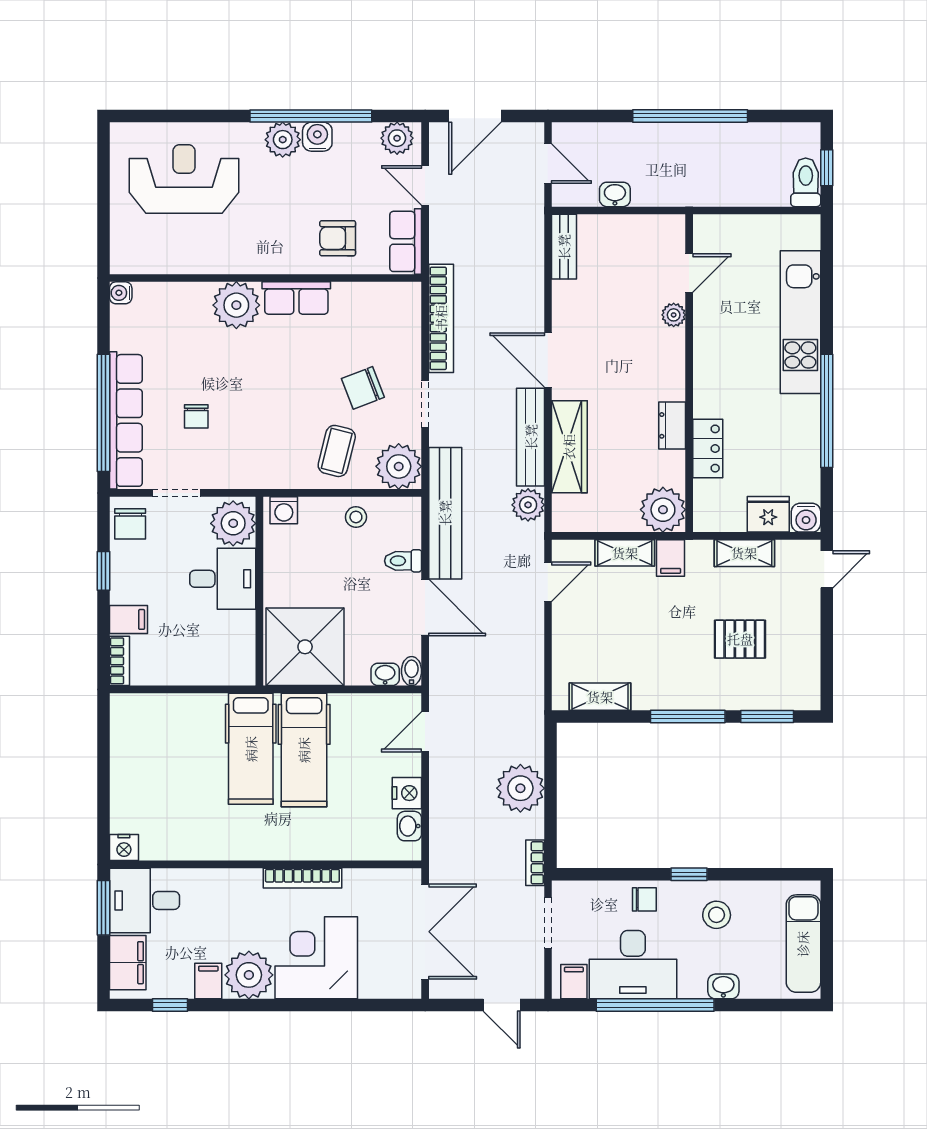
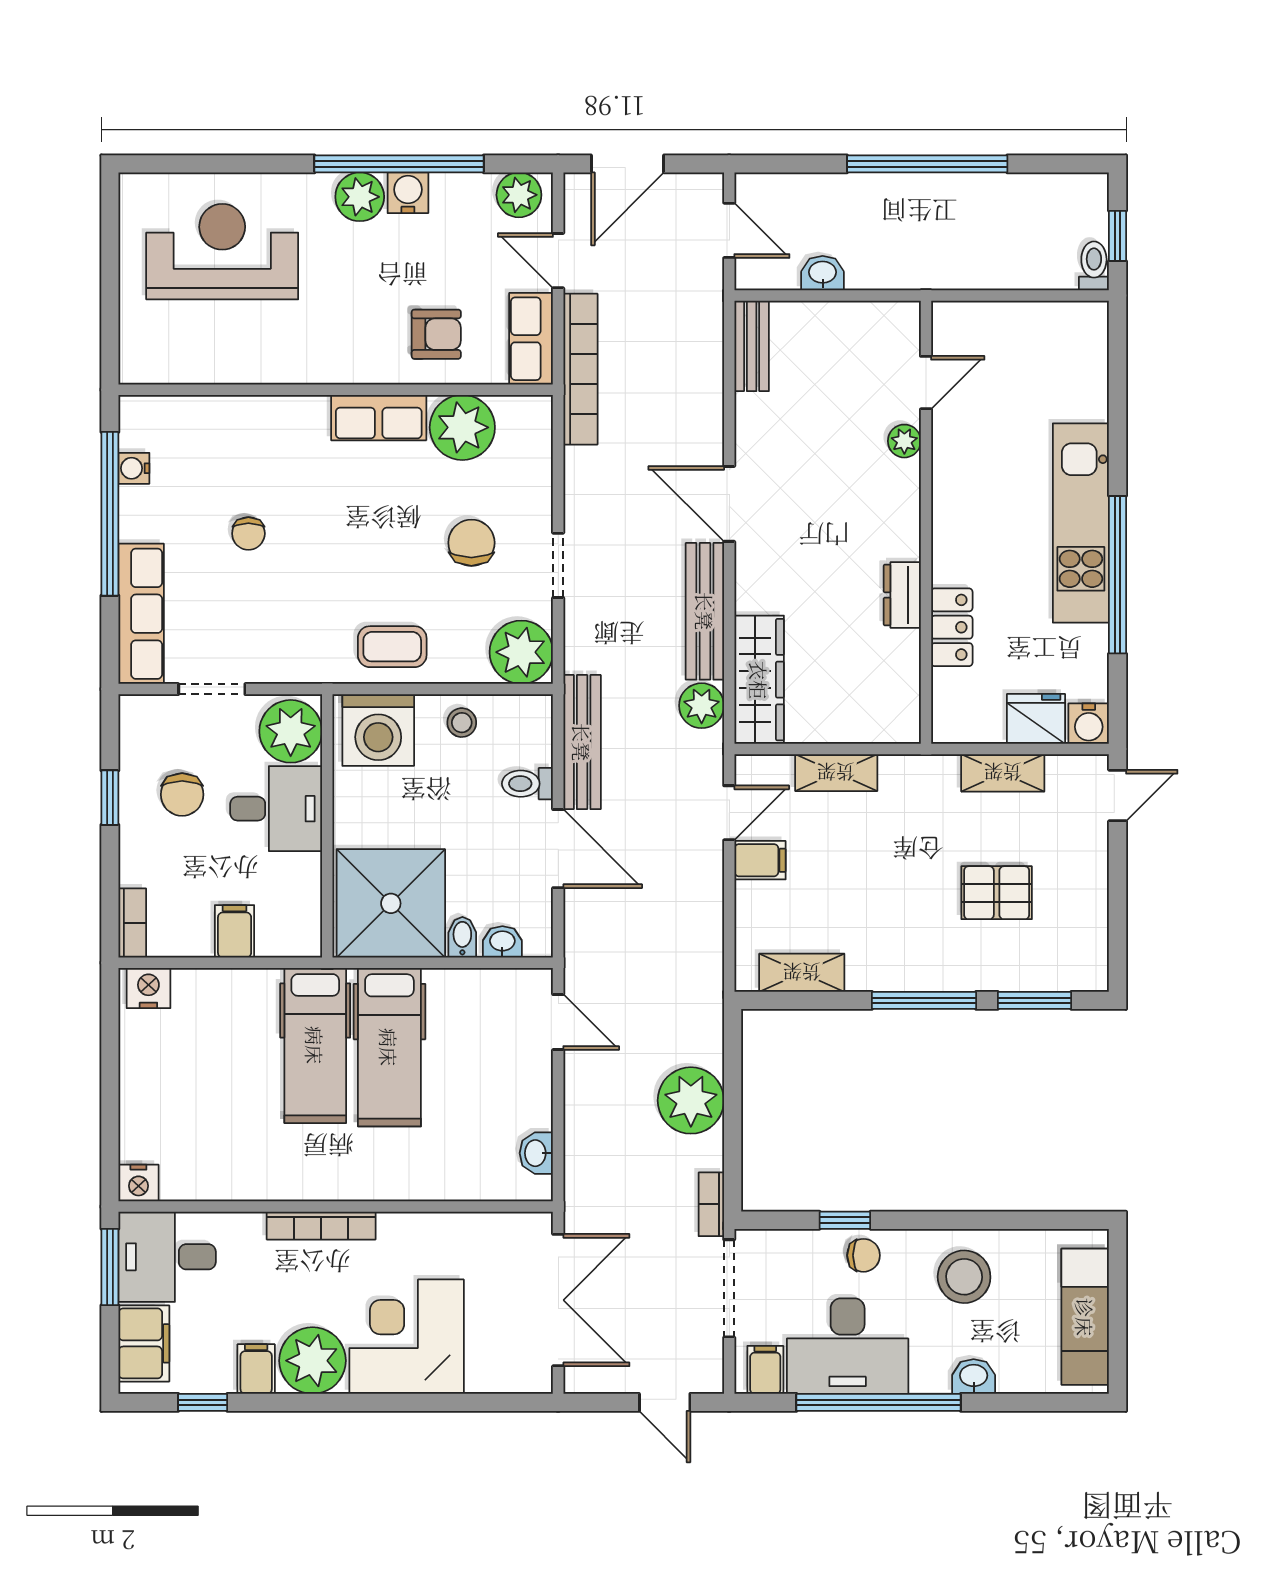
toilet: (806, 182) -> (1094, 266), width x0.73, depth x0.72
armchair: (338, 238) -> (436, 334), turned 180
water cooler: (121, 293) -> (134, 468), moved
plant: (236, 305) -> (462, 427), moved
bookcase: (441, 318) -> (580, 369), moved
kitchen unit: (800, 322) -> (1081, 523), moved
chair: (363, 388) -> (471, 543), turned 111
window: (103, 413) -> (110, 514), moved
chair: (196, 416) -> (248, 534), moved
row of seats: (126, 420) -> (141, 614), width x0.73
wardrobe: (569, 447) -> (759, 680), moved
coffee table: (337, 451) -> (392, 647), moved, turned 76
washing machine: (284, 510) -> (378, 730), width x1.89, depth x1.89
plant: (663, 510) -> (889, 712), removed
bench: (445, 513) -> (582, 742), width x0.73, depth x0.82
chair: (130, 524) -> (182, 795), moved
filing cabinet: (671, 558) -> (760, 860), moved, turned -90
filing cabinet: (128, 619) -> (235, 931), moved, turned -90
bidet: (412, 671) -> (462, 937), moved
door: (425, 732) -> (558, 1022), swing flipped
nightstand: (407, 793) -> (148, 988), moved, turned -90
window: (689, 874) -> (845, 1220), moved
bookcase: (302, 878) -> (321, 1226), moved
stool: (717, 915) -> (964, 1277), width x1.38, depth x1.38
doorway: (548, 923) -> (729, 1288), width x1.38

